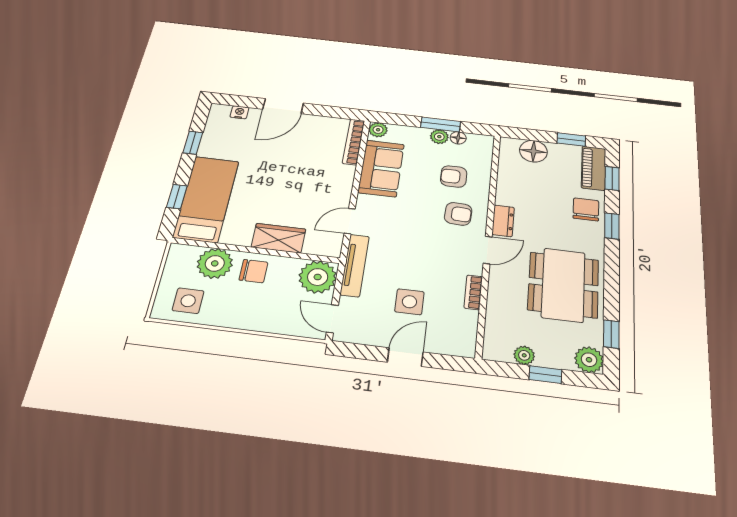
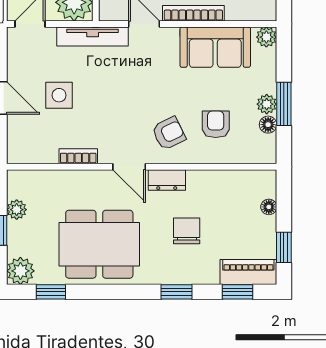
bookcase: (354, 142) -> (193, 13), moved
floor lamp: (533, 151) -> (269, 207), width x0.53, depth x0.53
chair: (586, 209) -> (187, 231), moved, turned -90
armchair: (458, 214) -> (169, 133), turned -119

